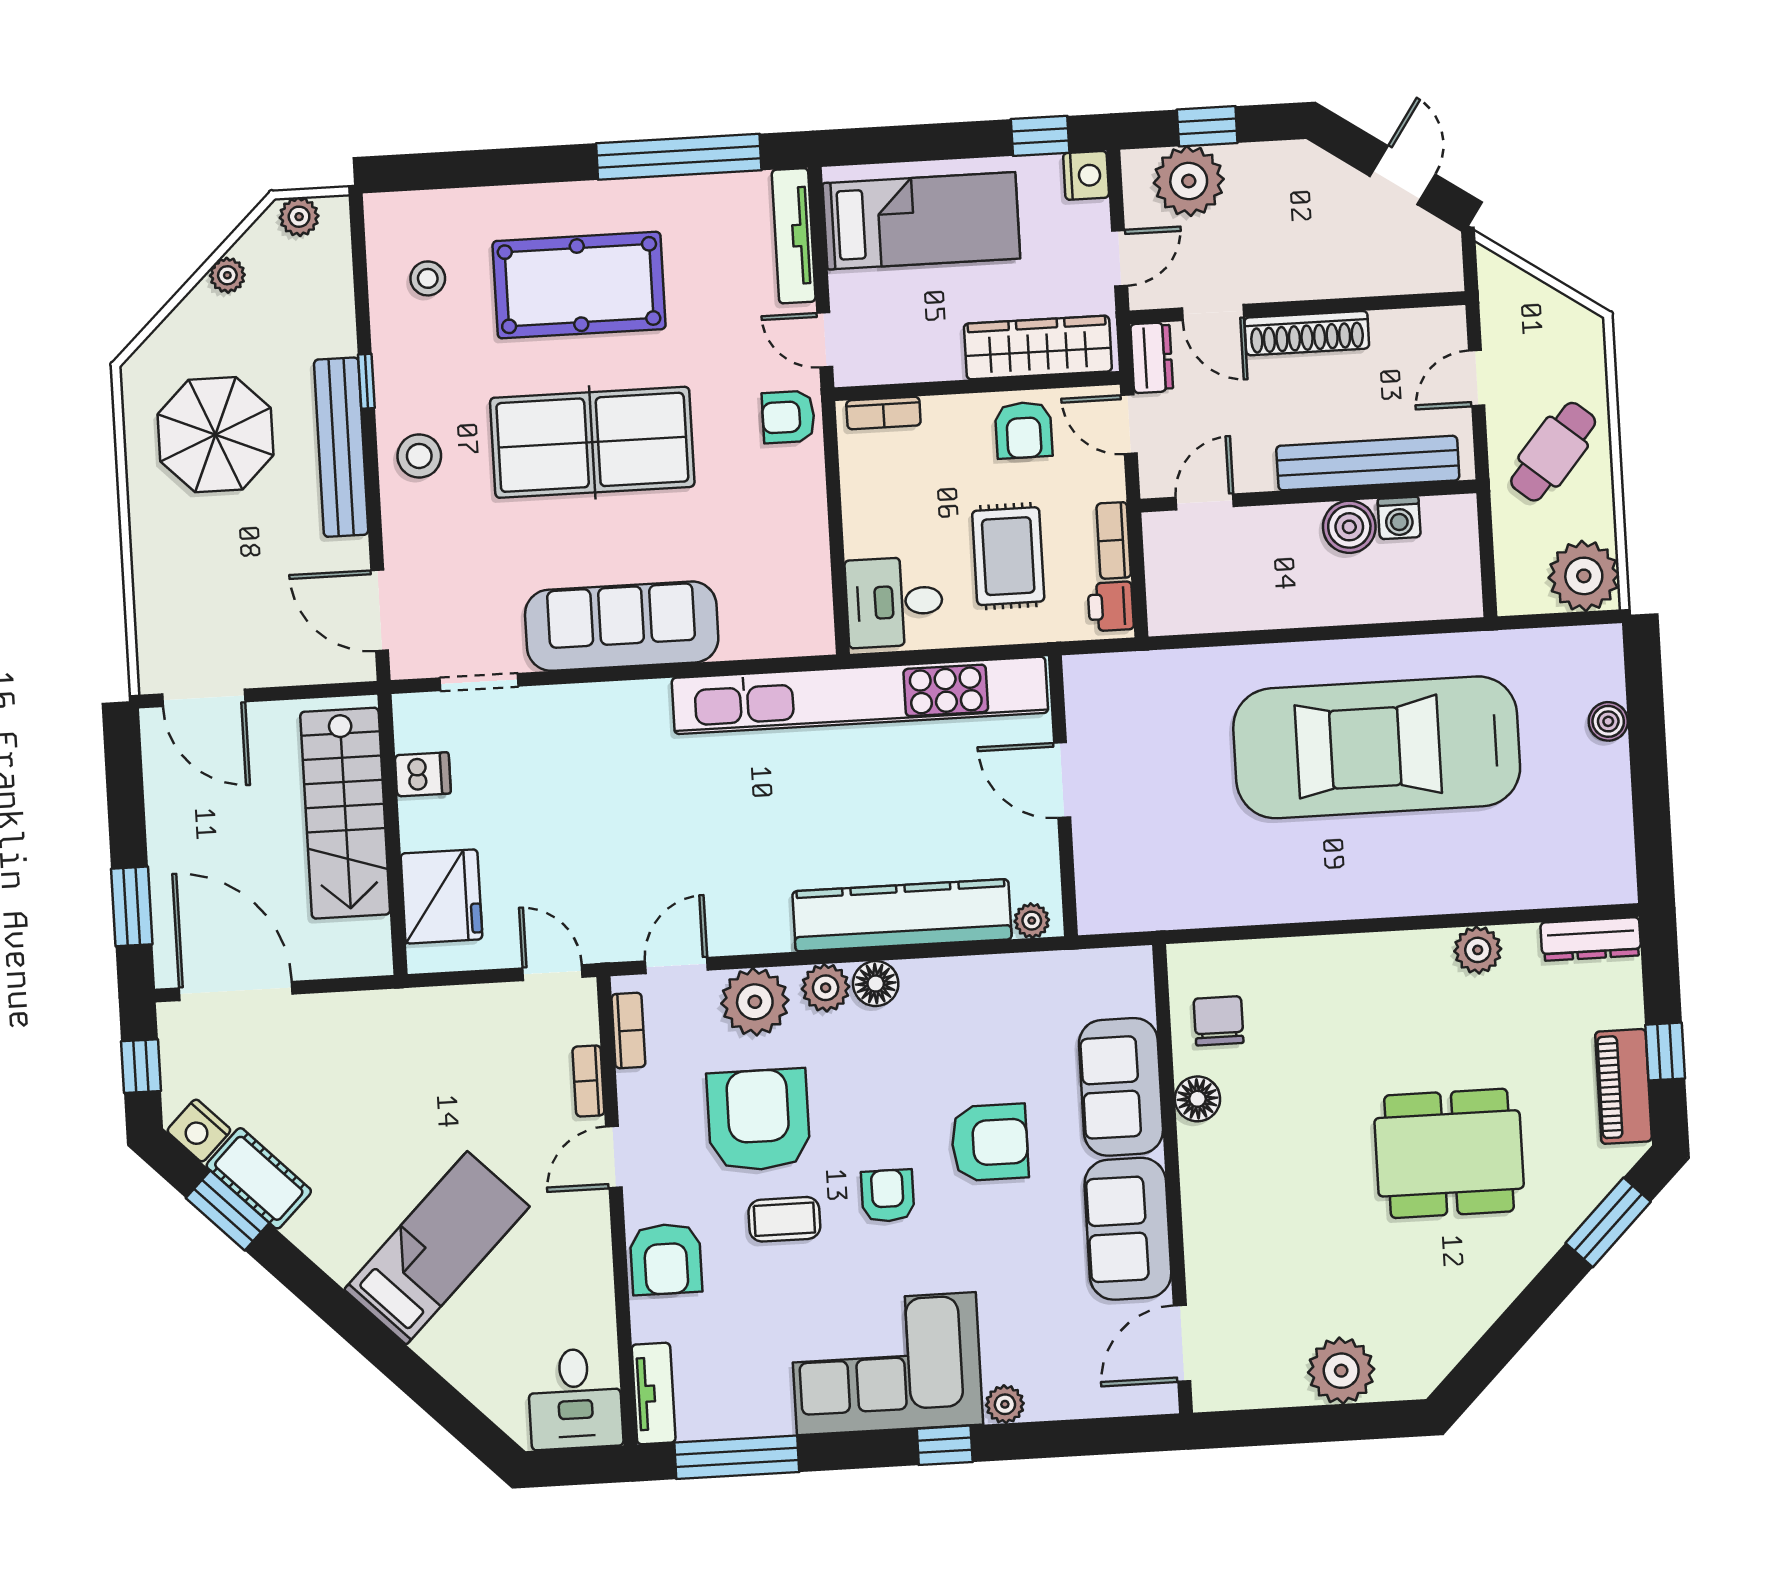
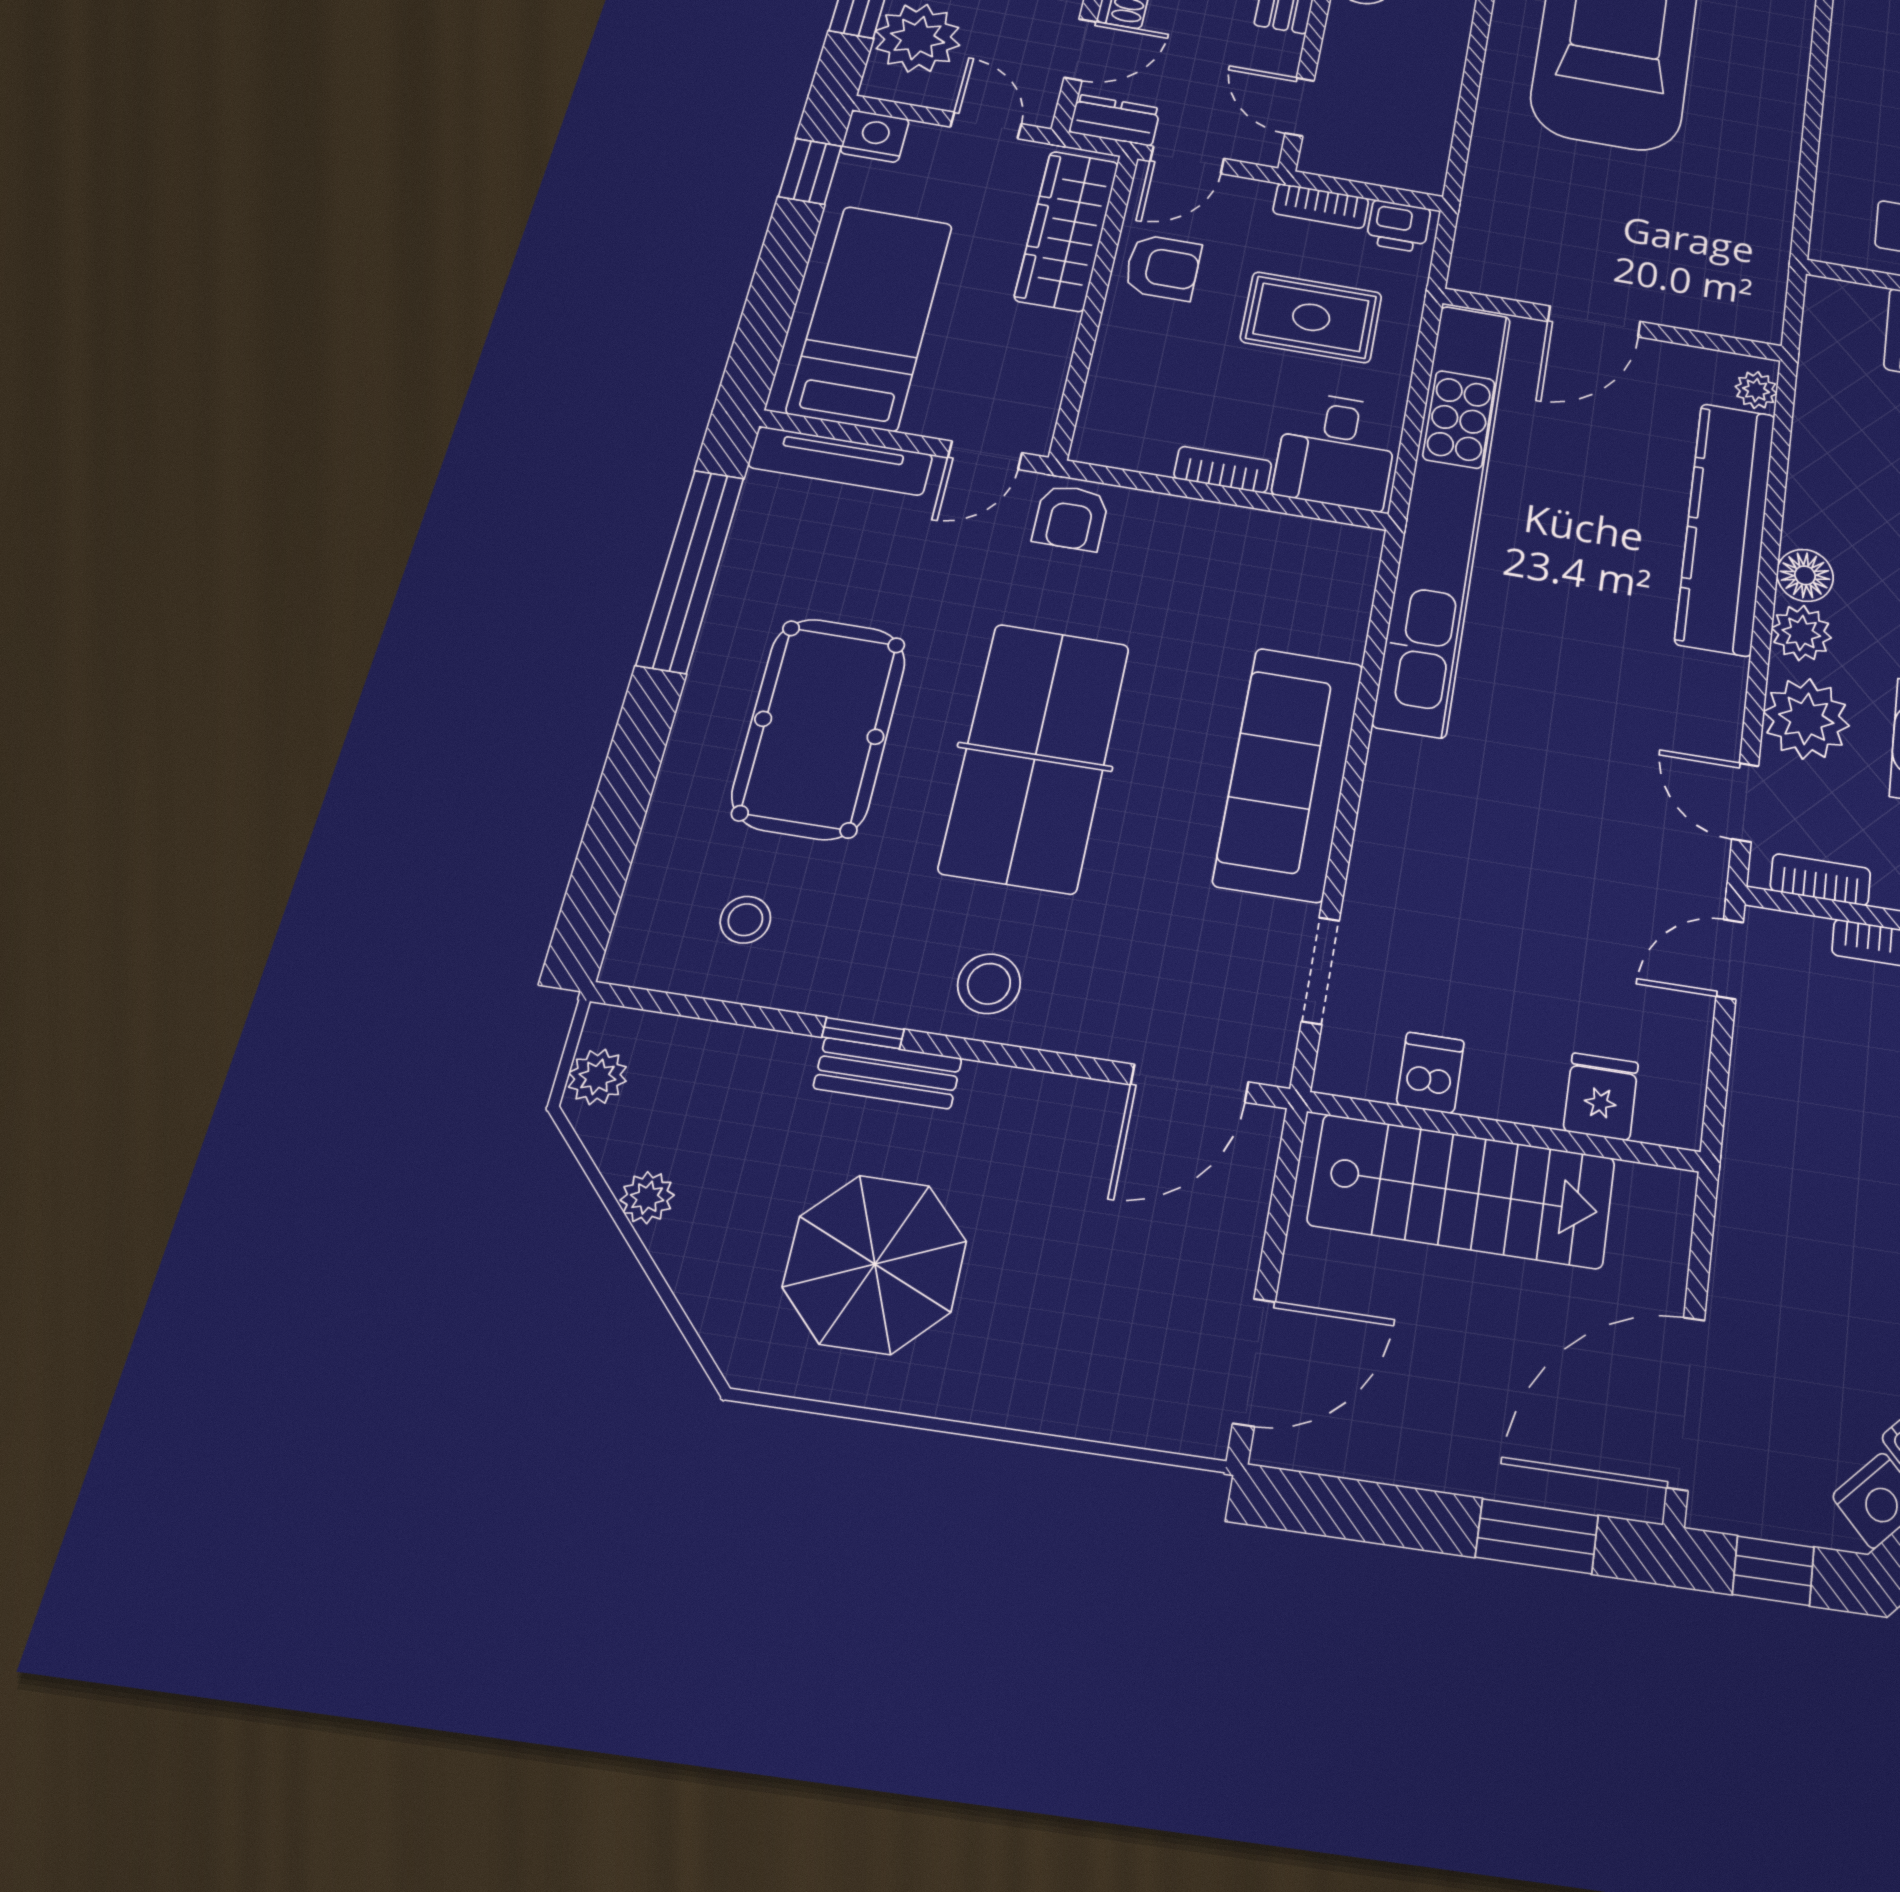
bookcase: (883, 413) -> (1223, 470), moved, turned -90
bench: (341, 447) -> (888, 1073), width x0.54, depth x0.82
fridge: (441, 896) -> (1601, 1097), width x0.53, depth x0.75

